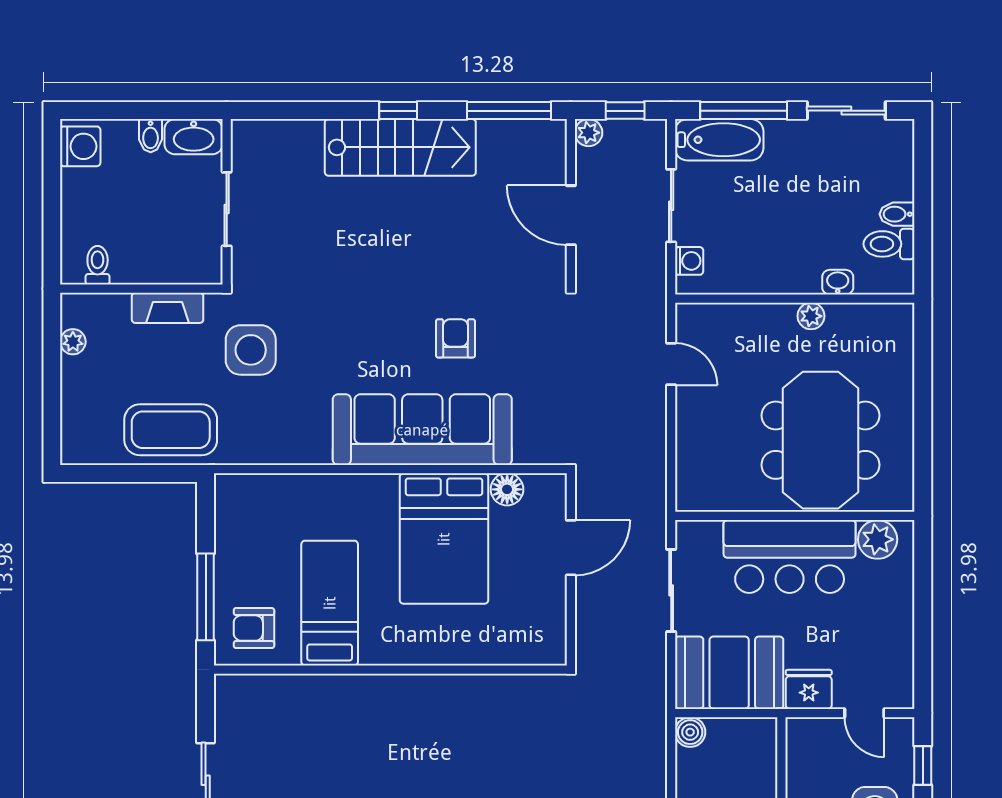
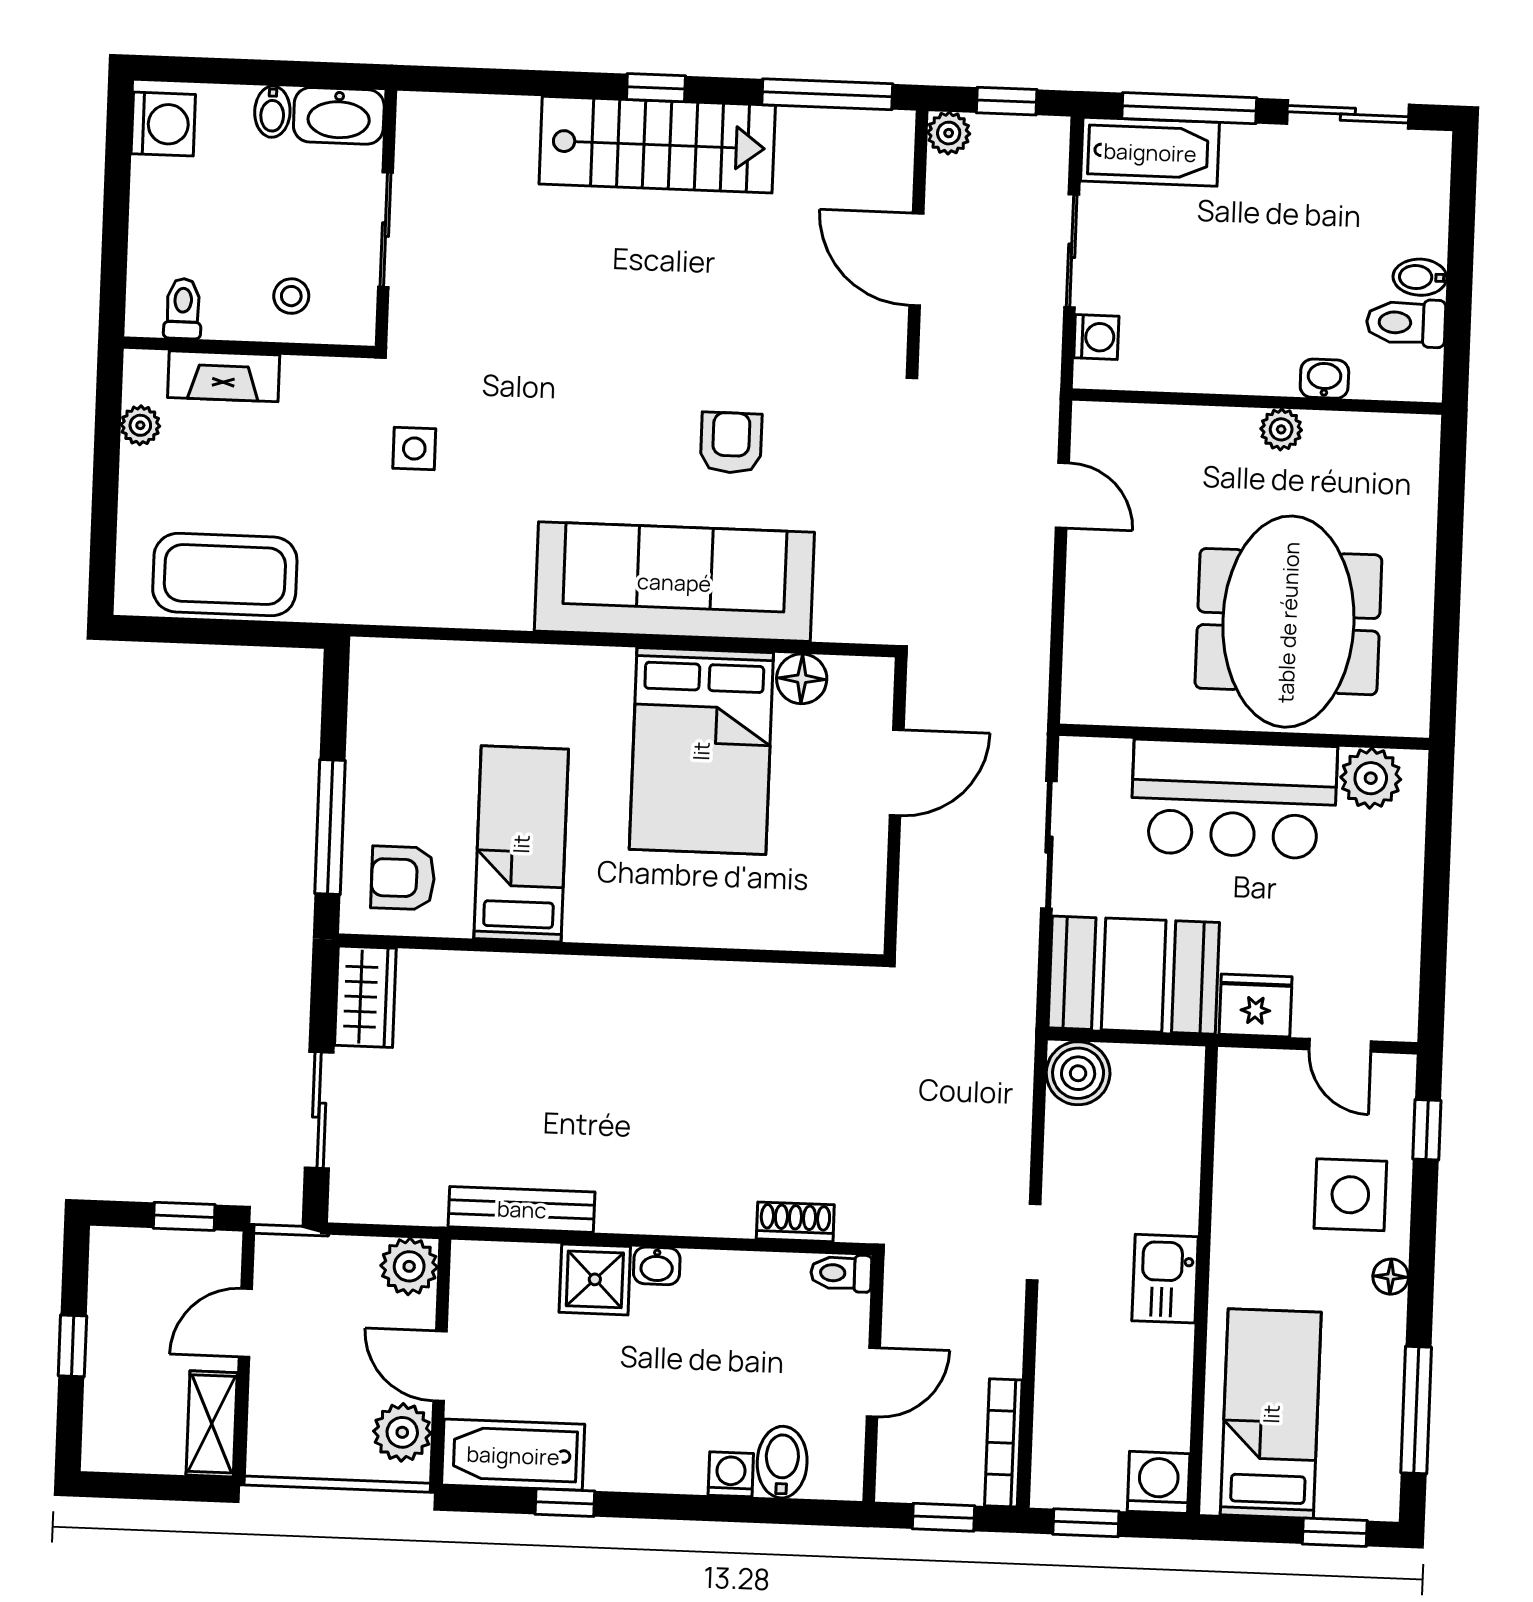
stool: (167, 254) -> (291, 296), added
fireplace: (168, 308) -> (224, 376), moved
side table: (251, 350) -> (414, 449), width x0.54, depth x0.54
coffee table: (171, 430) -> (225, 575), moved
wardrobe: (233, 706) -> (365, 997), added
boiler: (690, 732) -> (1078, 1073), width x1.36, depth x1.36

